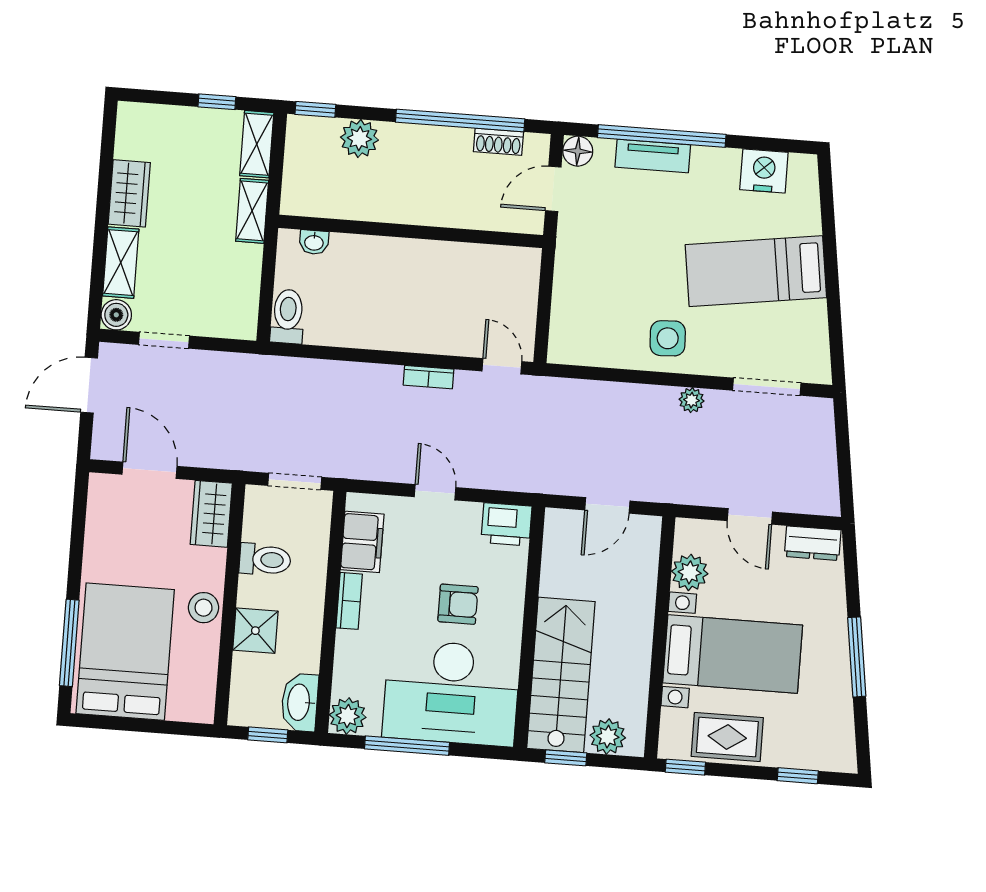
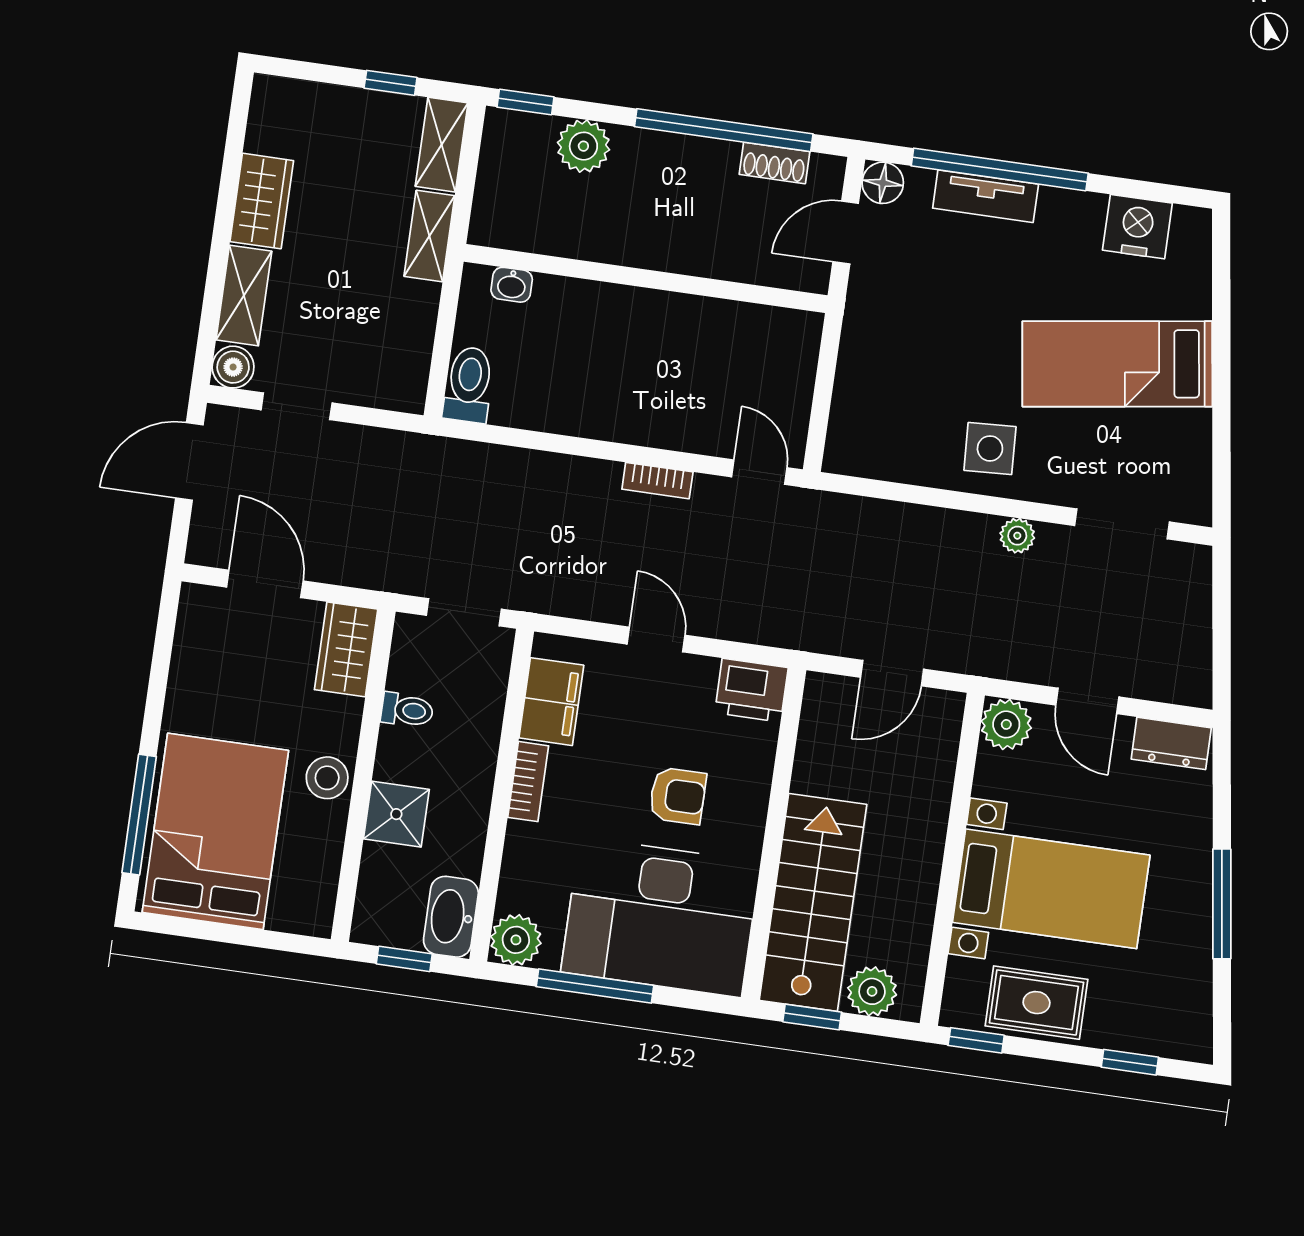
toilet: (265, 560) -> (407, 710), width x0.73, depth x0.72
plant: (690, 572) -> (1006, 724), moved

